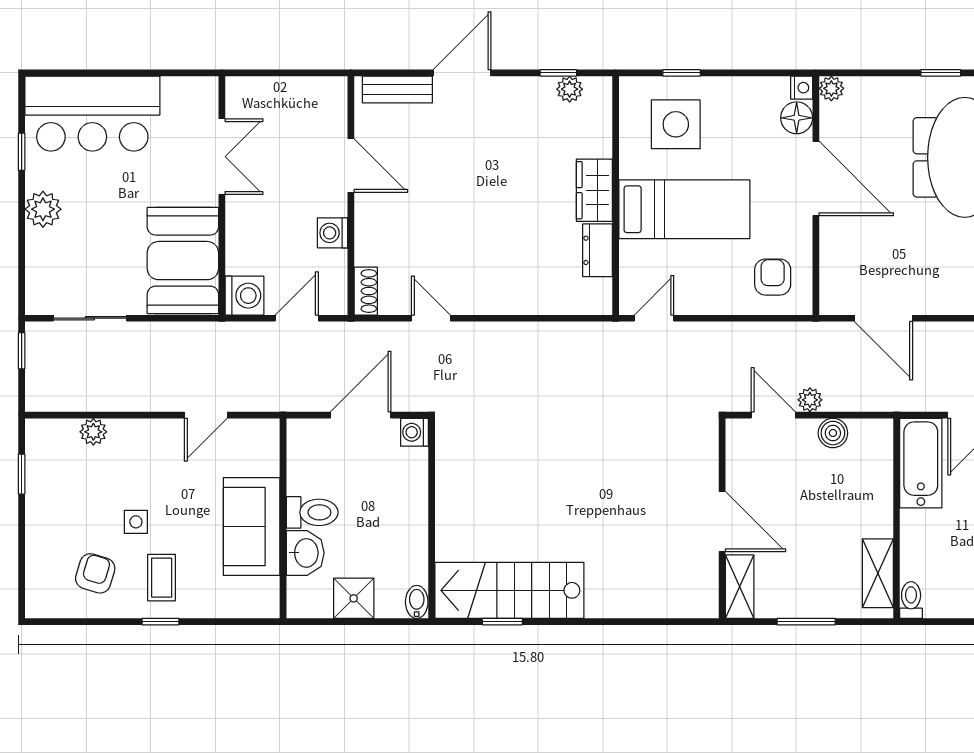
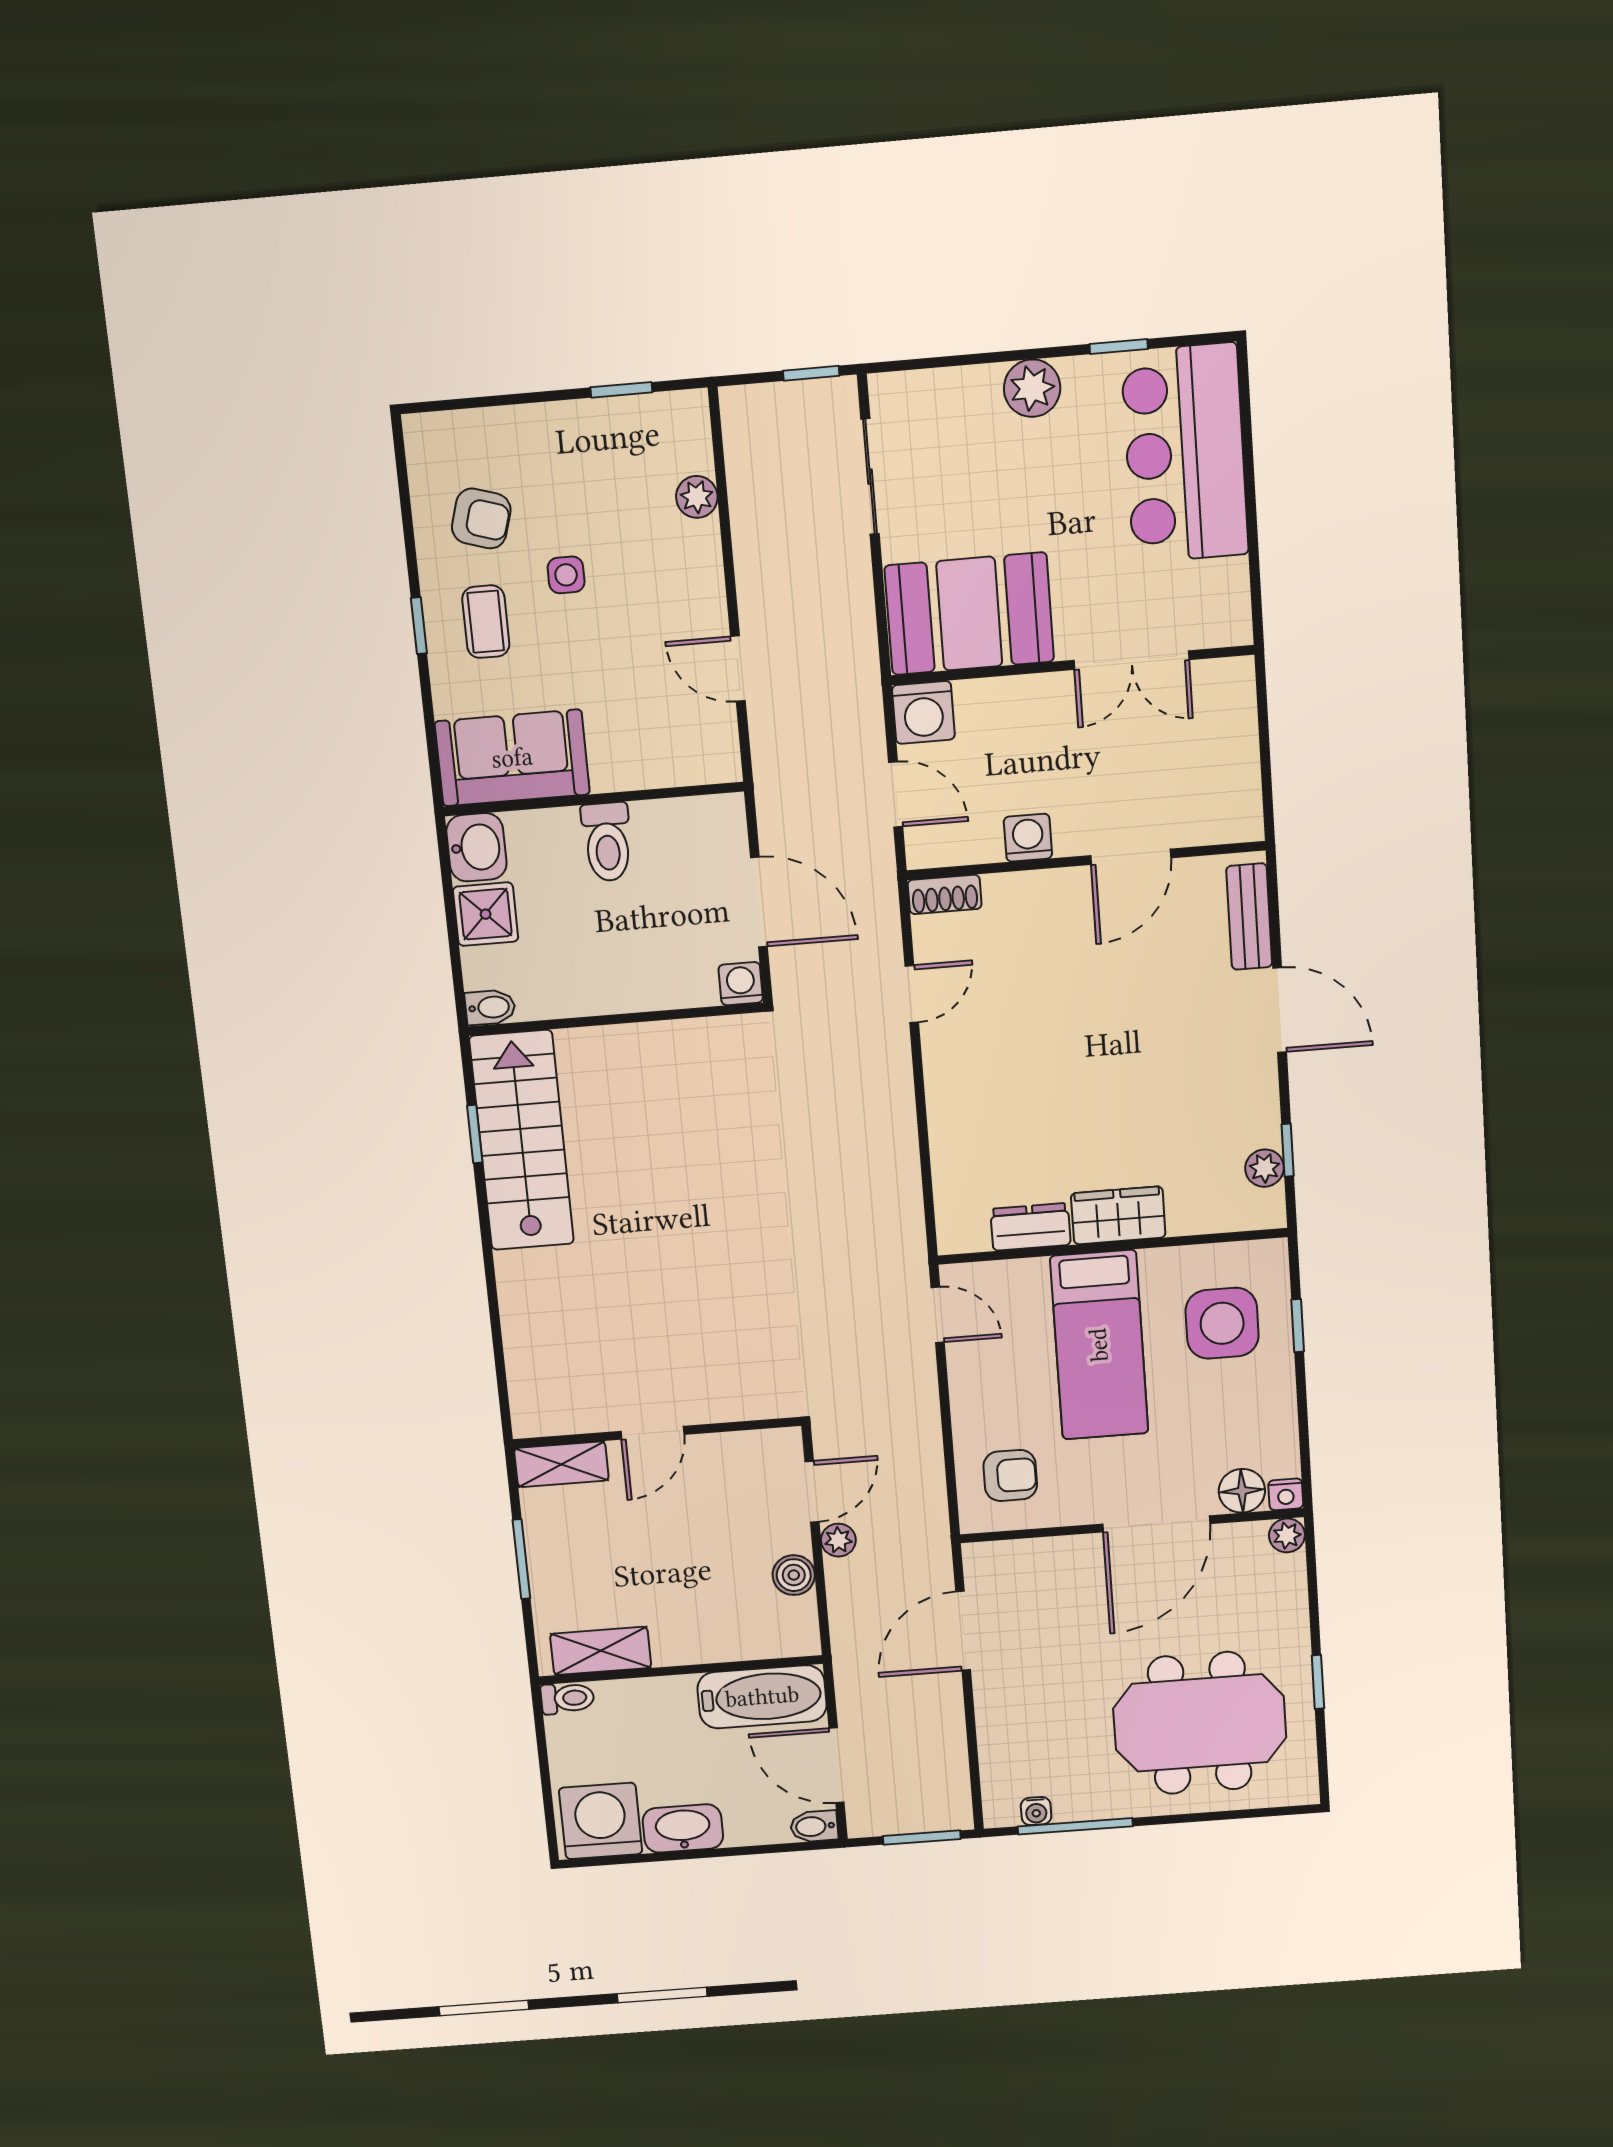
door: (722, 522) -> (652, 1433), width x0.73
sofa: (252, 527) -> (512, 758), moved
washbasin: (305, 553) -> (476, 847), moved, turned -90
coffee table: (162, 578) -> (486, 622), turned 90

